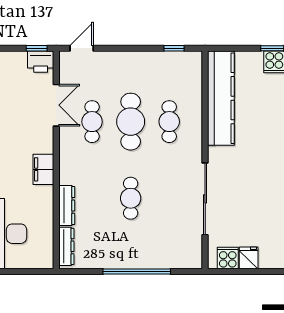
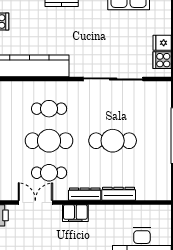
filing cabinet: (43, 169) -> (75, 213), moved
cafe table: (131, 198) -> (113, 141), width x1.37, depth x1.35
dresser: (66, 246) -> (85, 194), moved

